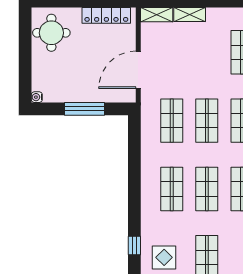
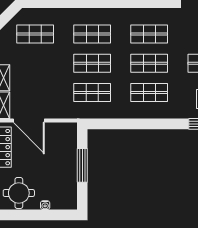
door: (138, 70) -> (29, 121), moved
water cooler: (37, 97) -> (45, 205), moved

